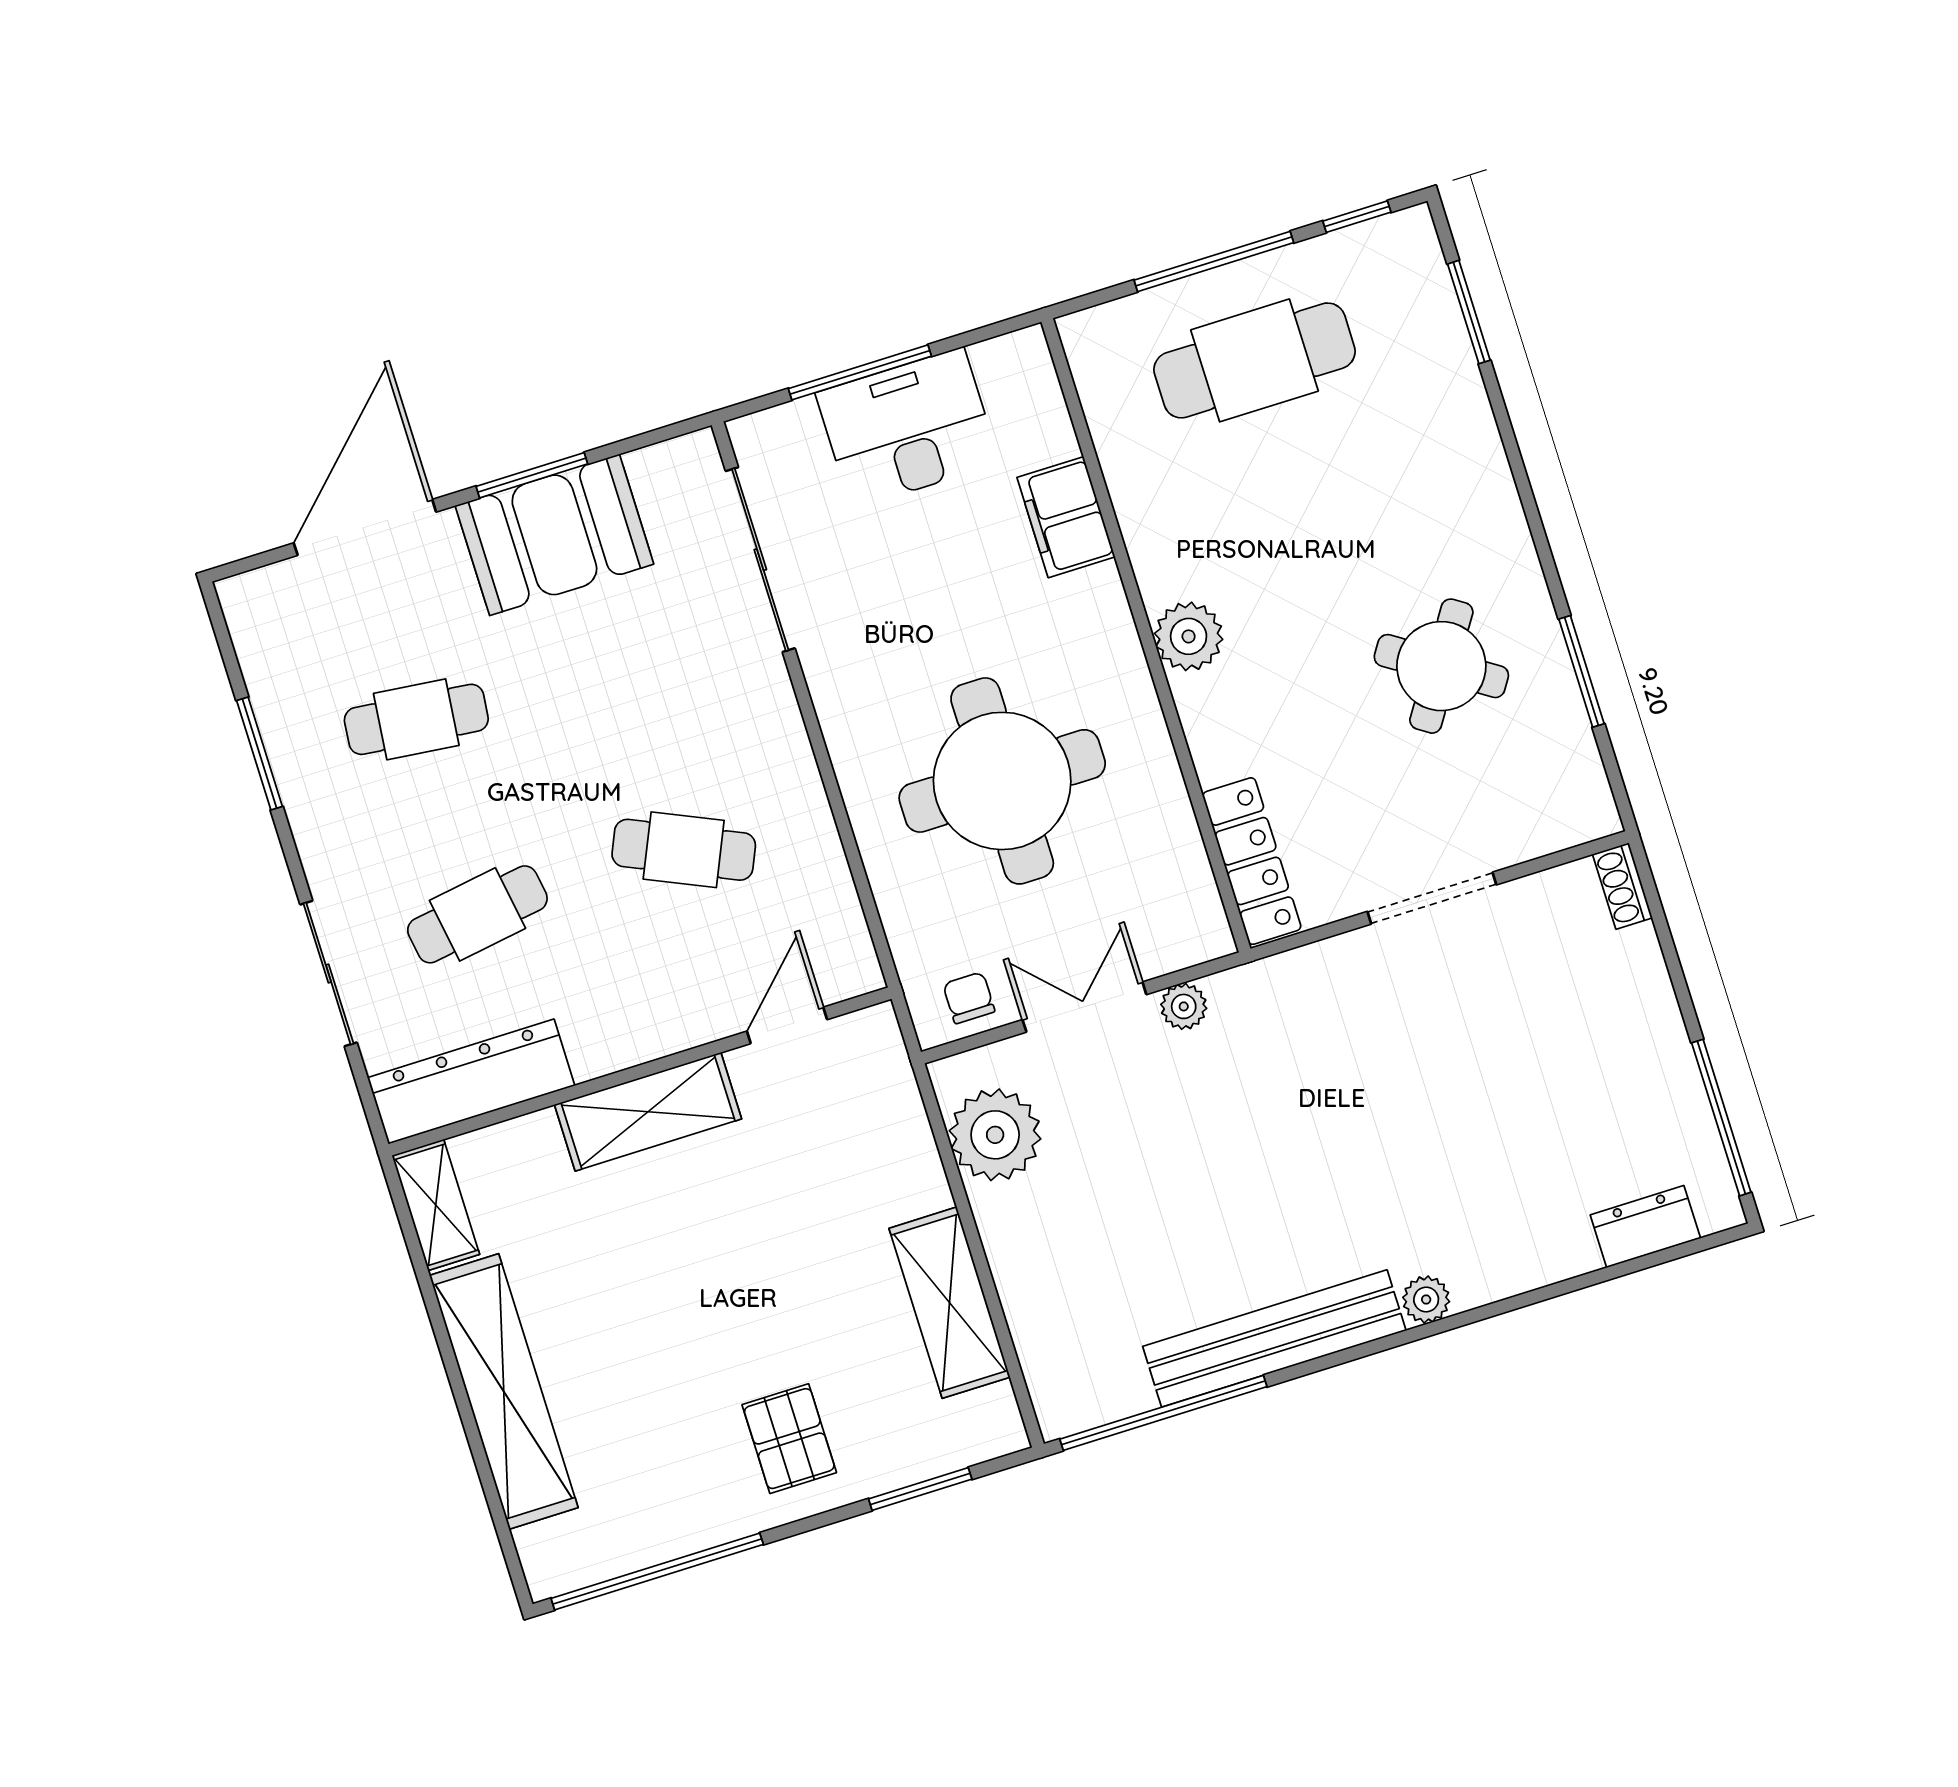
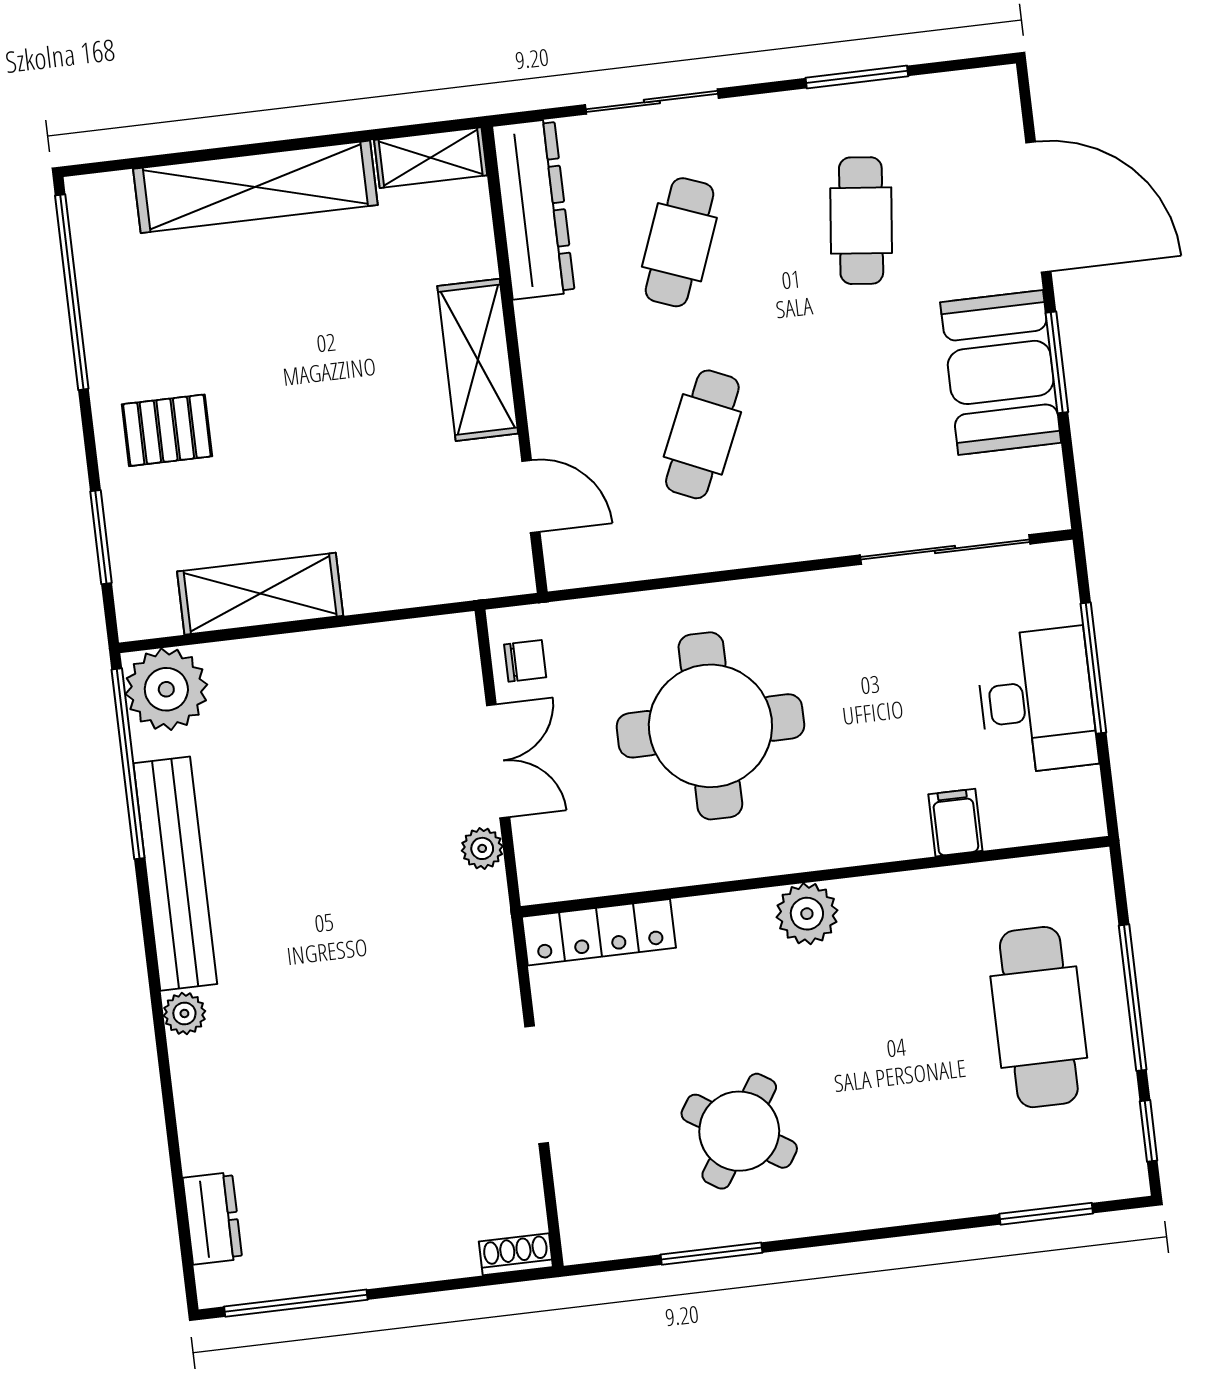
filing cabinet: (1066, 517) -> (955, 823), width x0.50
cafe table: (477, 914) -> (679, 242), turned 30
plant: (995, 1135) -> (166, 689), moved

